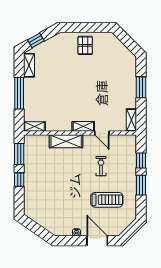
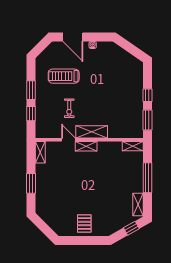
shelving: (66, 141) -> (92, 132), moved

